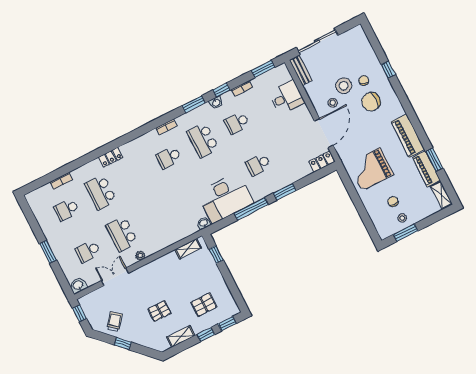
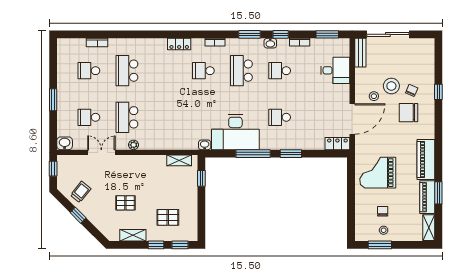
locker: (111, 157) -> (179, 44), moved

